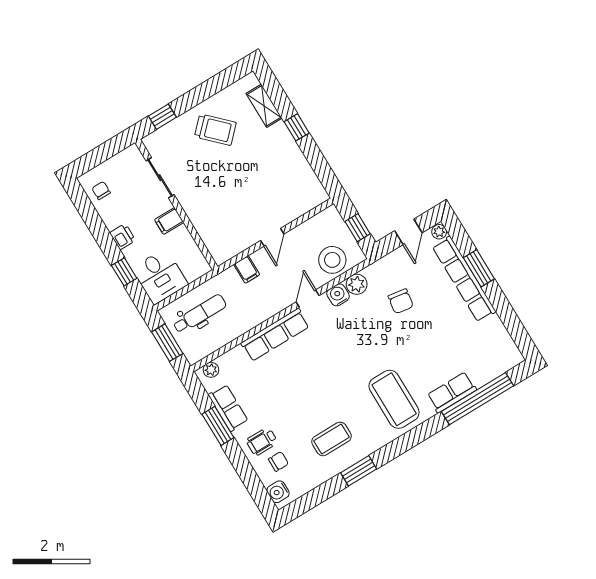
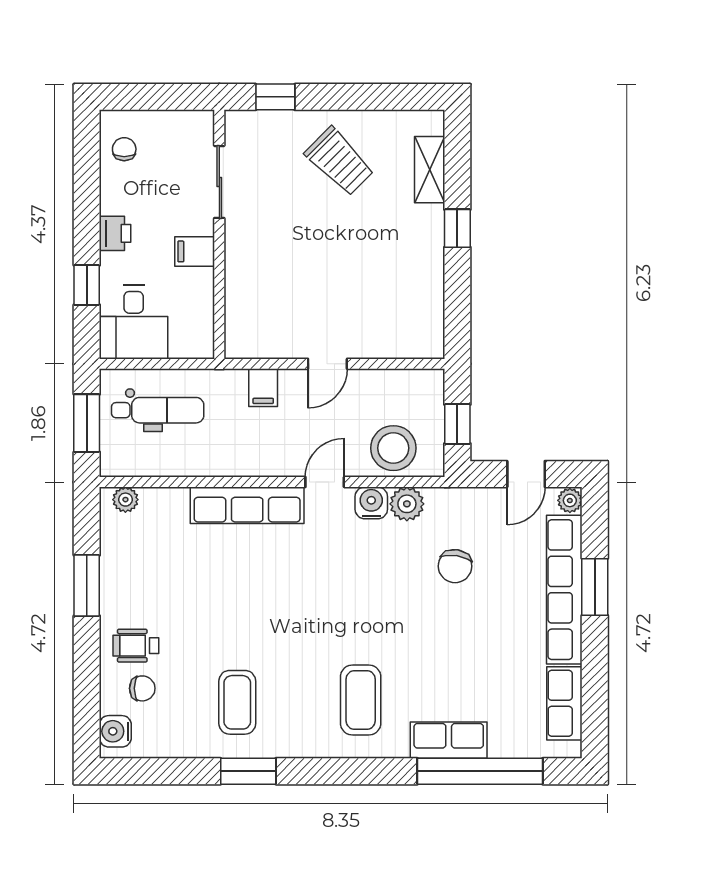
coffee table: (394, 399) -> (361, 700), width x0.73, depth x0.76
row of seats: (228, 408) -> (564, 703), moved, turned 180
coffee table: (332, 439) -> (237, 702), turned 90

